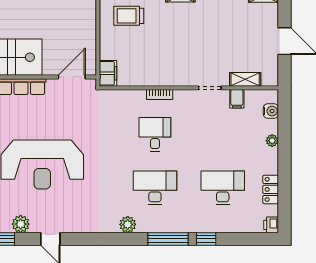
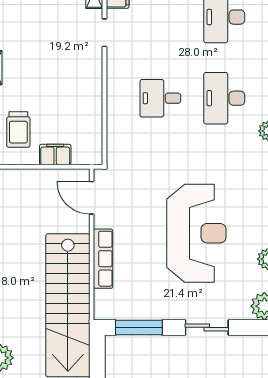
filing cabinet: (108, 73) -> (55, 154), moved
bookcase: (160, 95) -> (113, 93), removed

